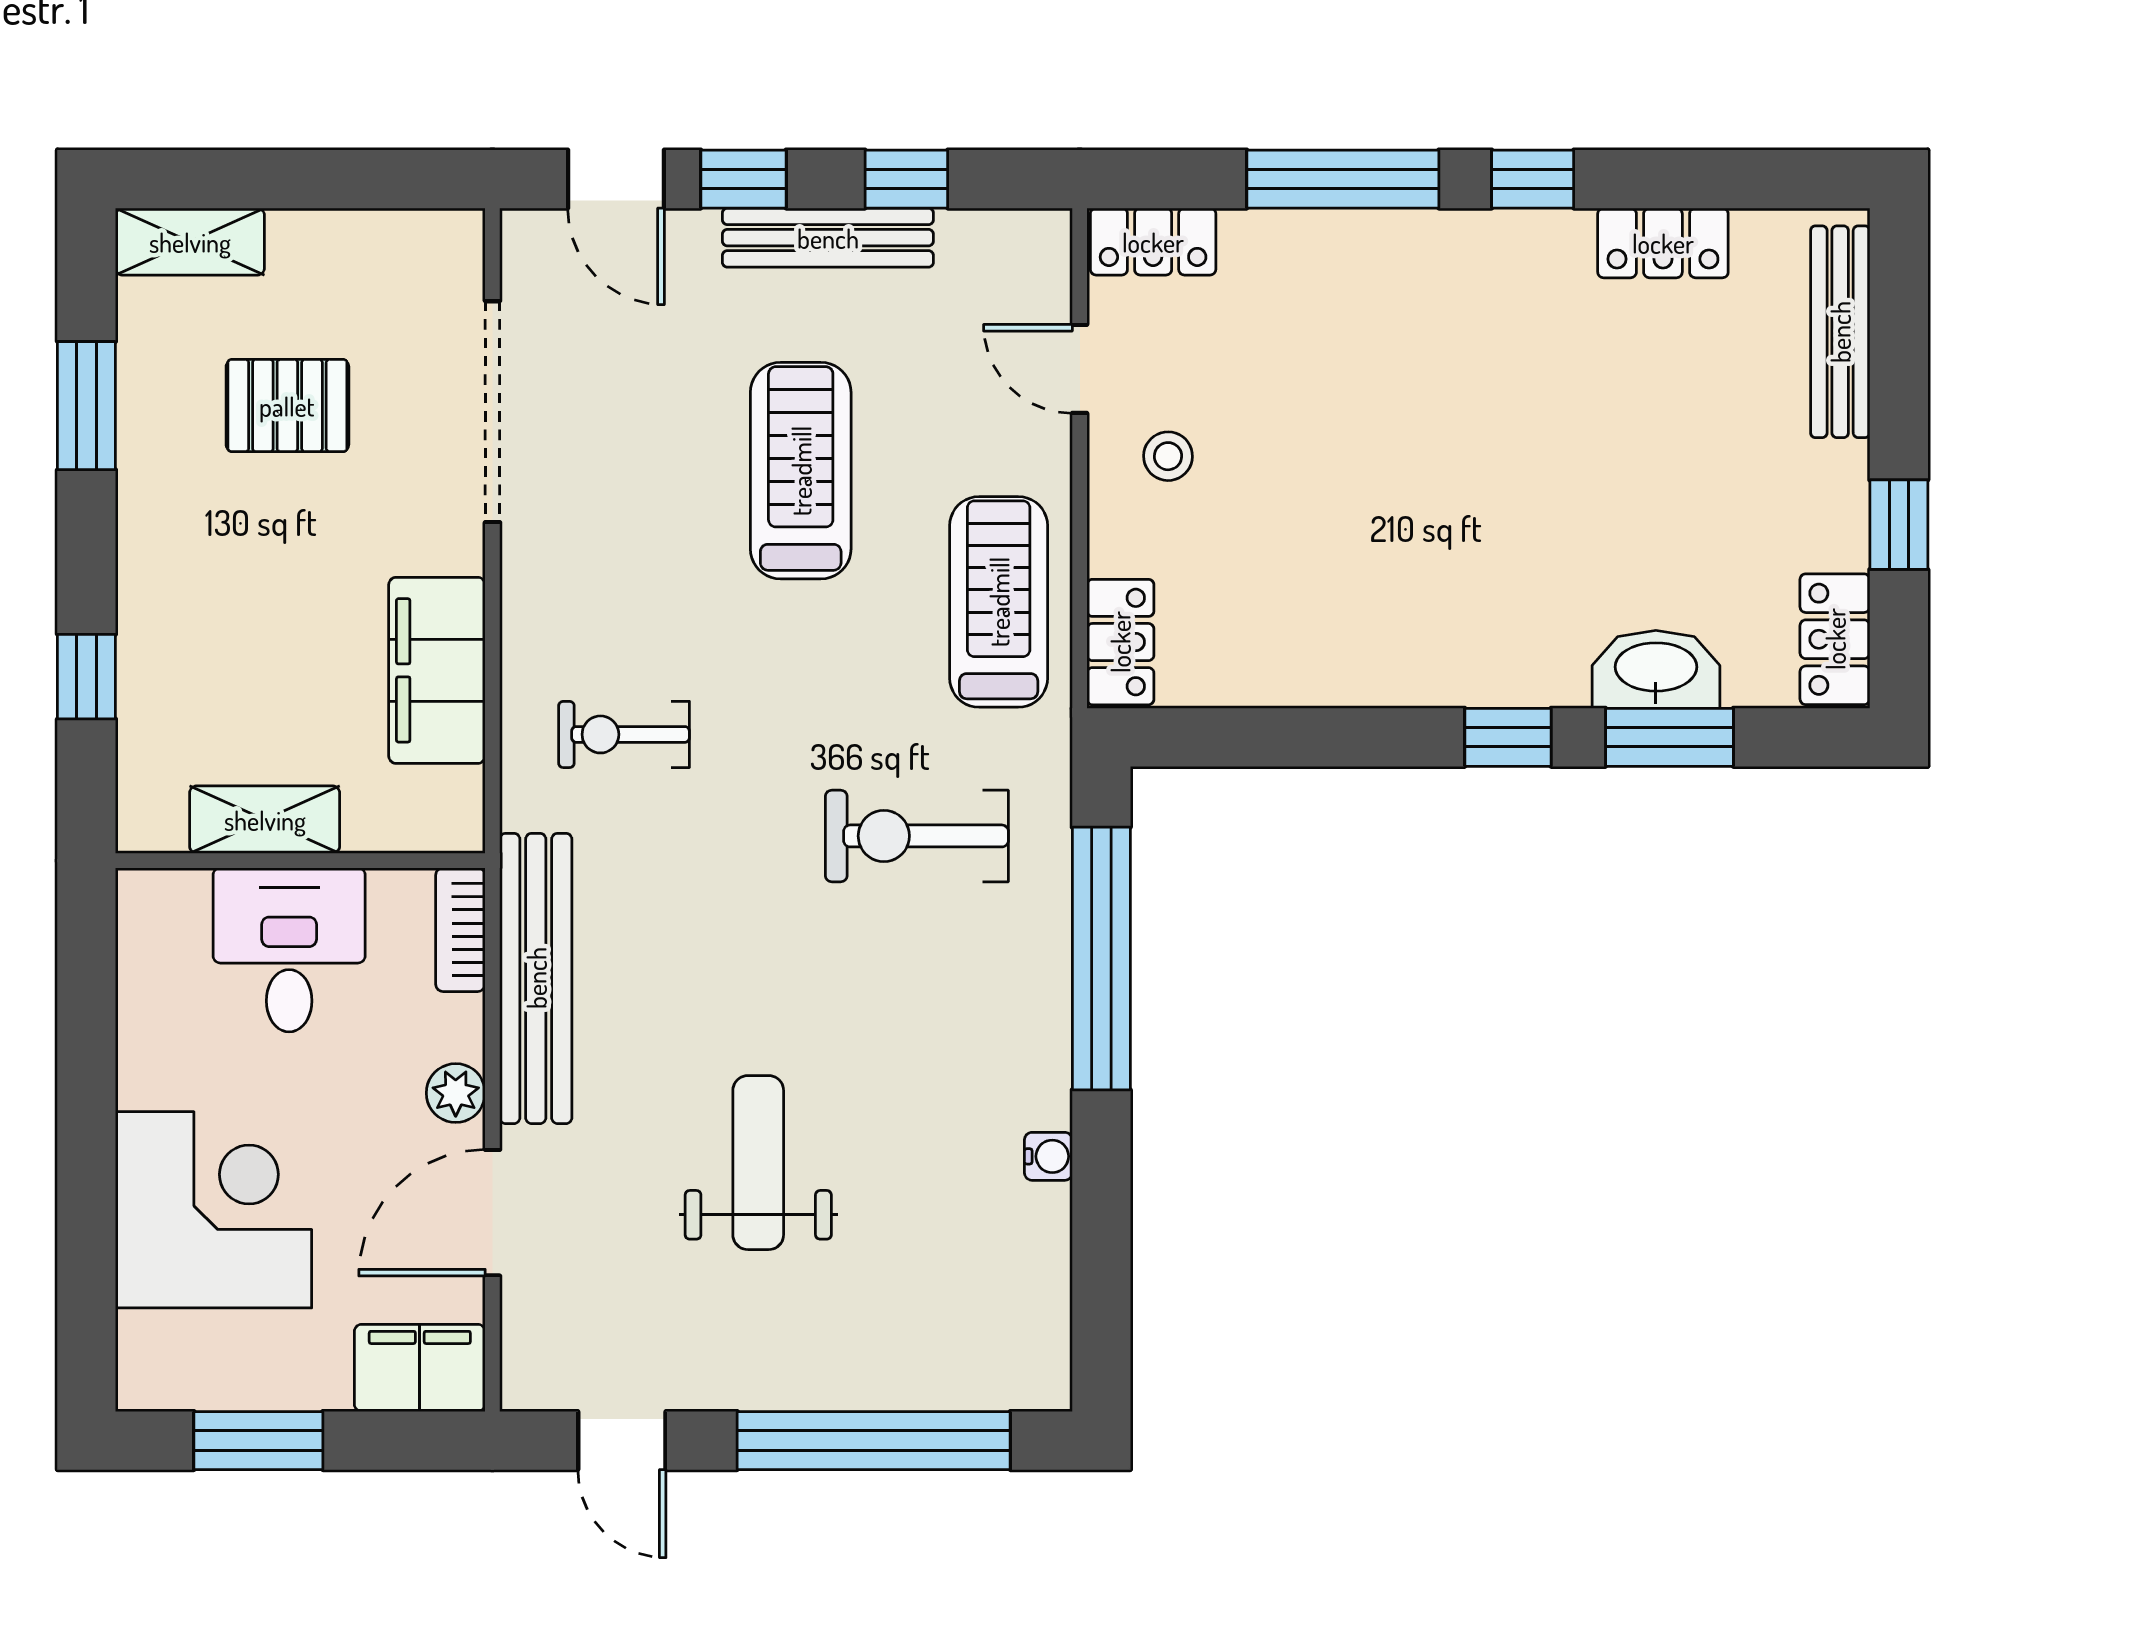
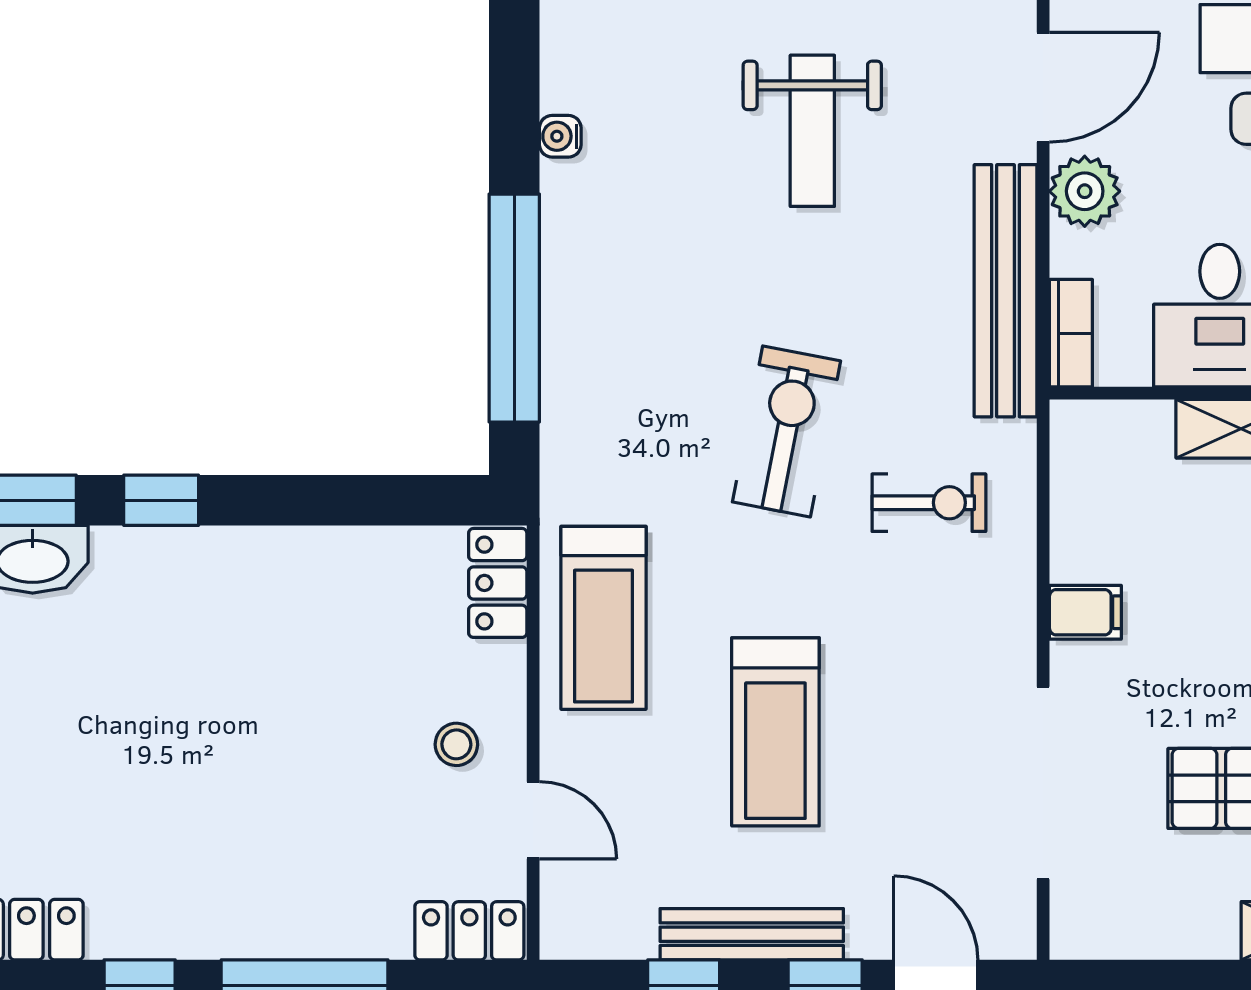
filing cabinet: (437, 670) -> (1085, 612), width x0.33, depth x0.86
exercise bike: (917, 836) -> (787, 431), moved, turned -79
plant: (456, 1093) -> (1085, 191), width x1.38, depth x1.38

